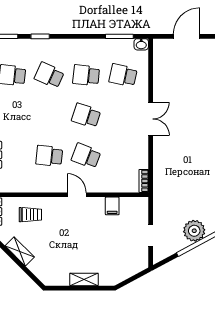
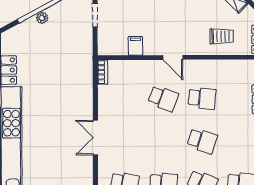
school desk: (86, 116) -> (202, 141), moved
trolley: (30, 215) -> (222, 36), turned 180
plant: (194, 231) -> (42, 18), width x0.53, depth x0.53

